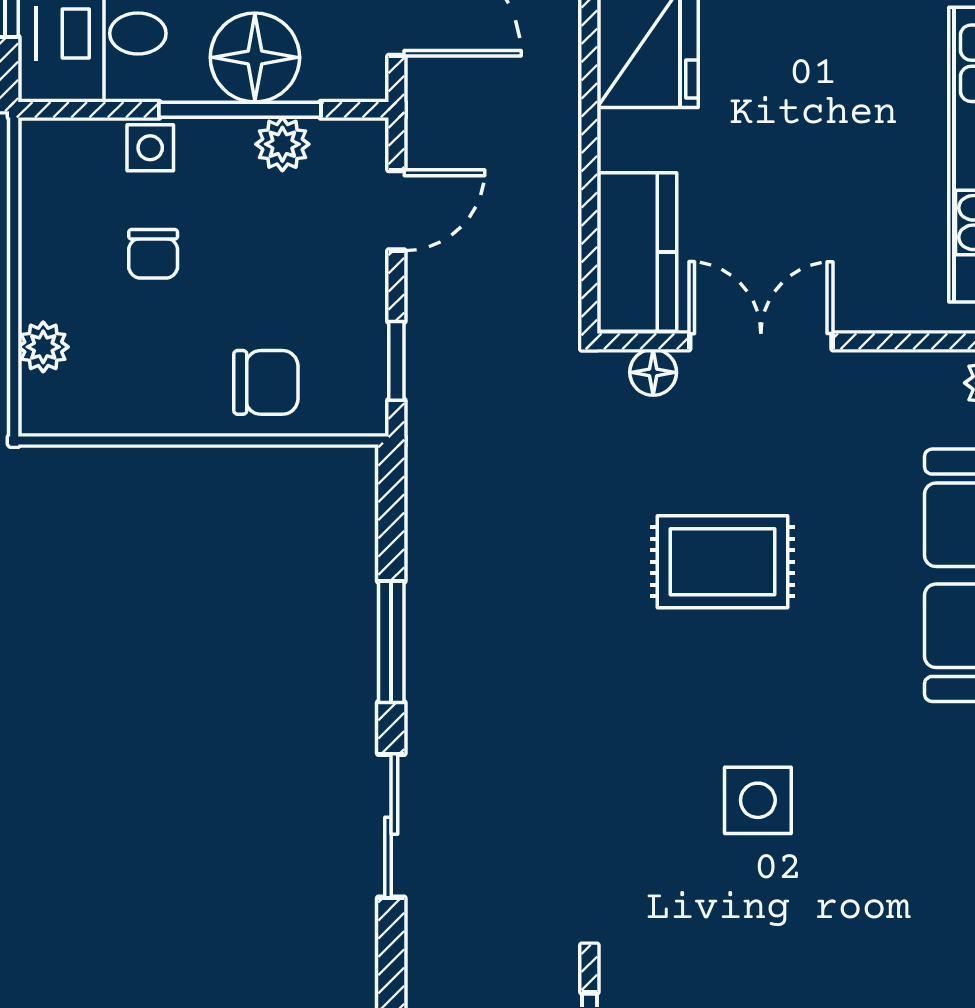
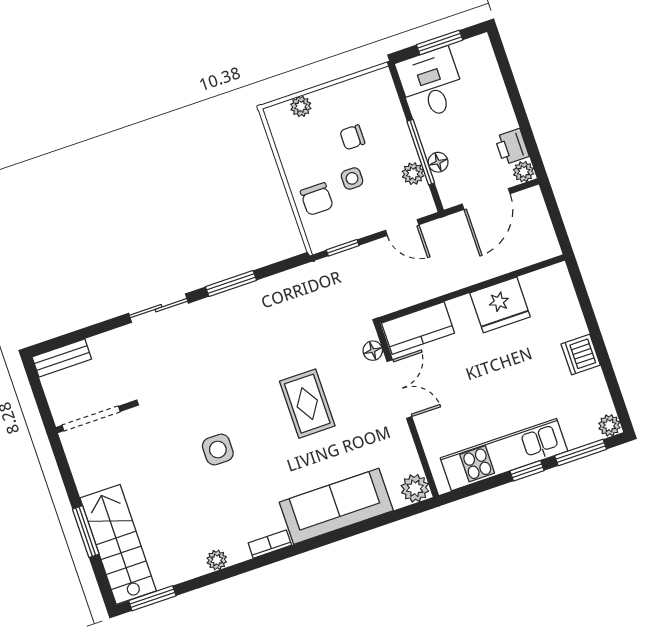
floor lamp: (255, 57) -> (438, 162), width x0.53, depth x0.53
side table: (150, 148) -> (352, 178), moved

